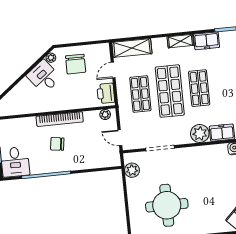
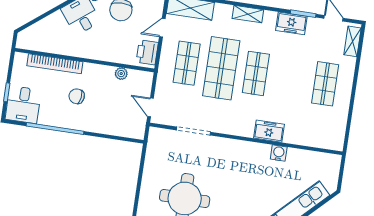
freezer: (207, 41) -> (291, 23), moved
plant: (105, 114) -> (121, 74), moved
bookcase: (60, 119) -> (55, 64), moved
plant: (200, 134) -> (243, 126), removed
plant: (132, 170) -> (155, 148), removed

